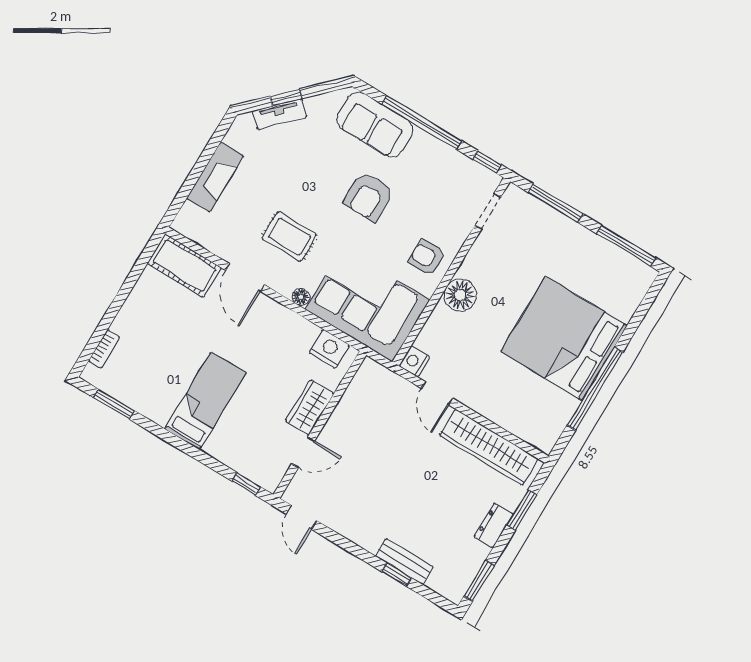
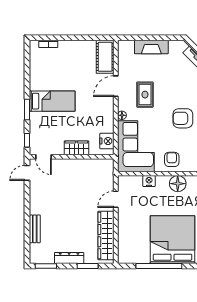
floor lamp: (460, 295) -> (178, 184), moved
nightstand: (414, 361) -> (149, 181), moved
window: (114, 404) -> (27, 109), moved
door: (303, 452) -> (44, 157), moved
dresser: (494, 525) -> (69, 258), width x1.44
window: (397, 575) -> (27, 229), removed

